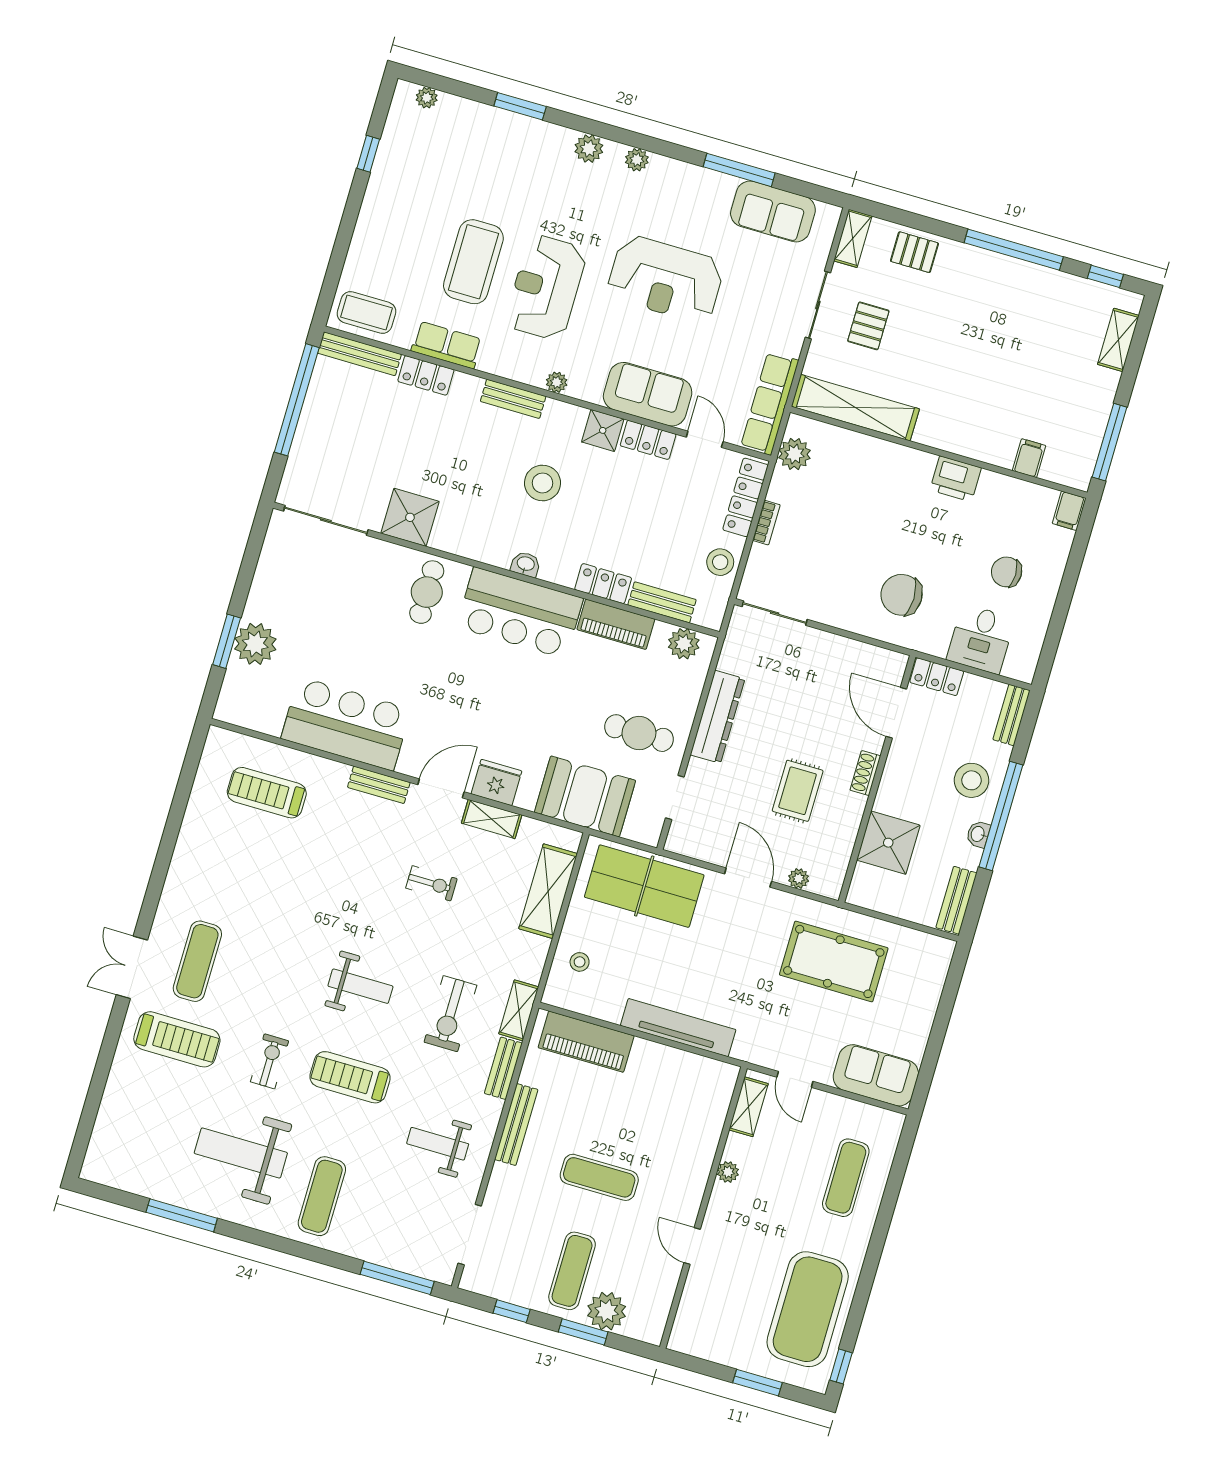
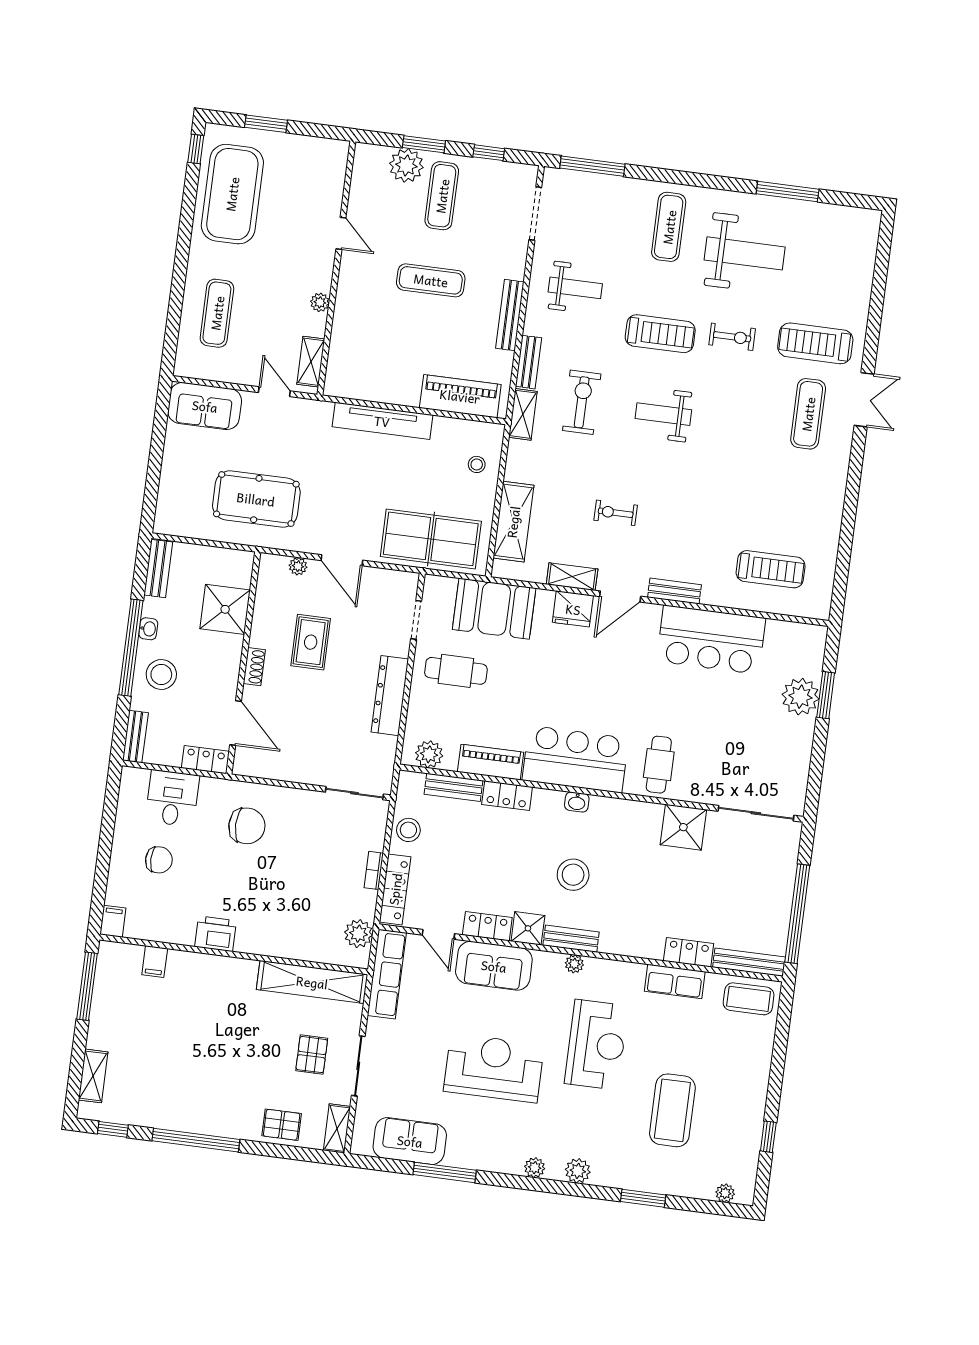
coffee table: (473, 262) -> (672, 1110), moved
bench: (513, 399) -> (571, 939), moved
exercise bike: (270, 1061) -> (732, 337), turned -90

